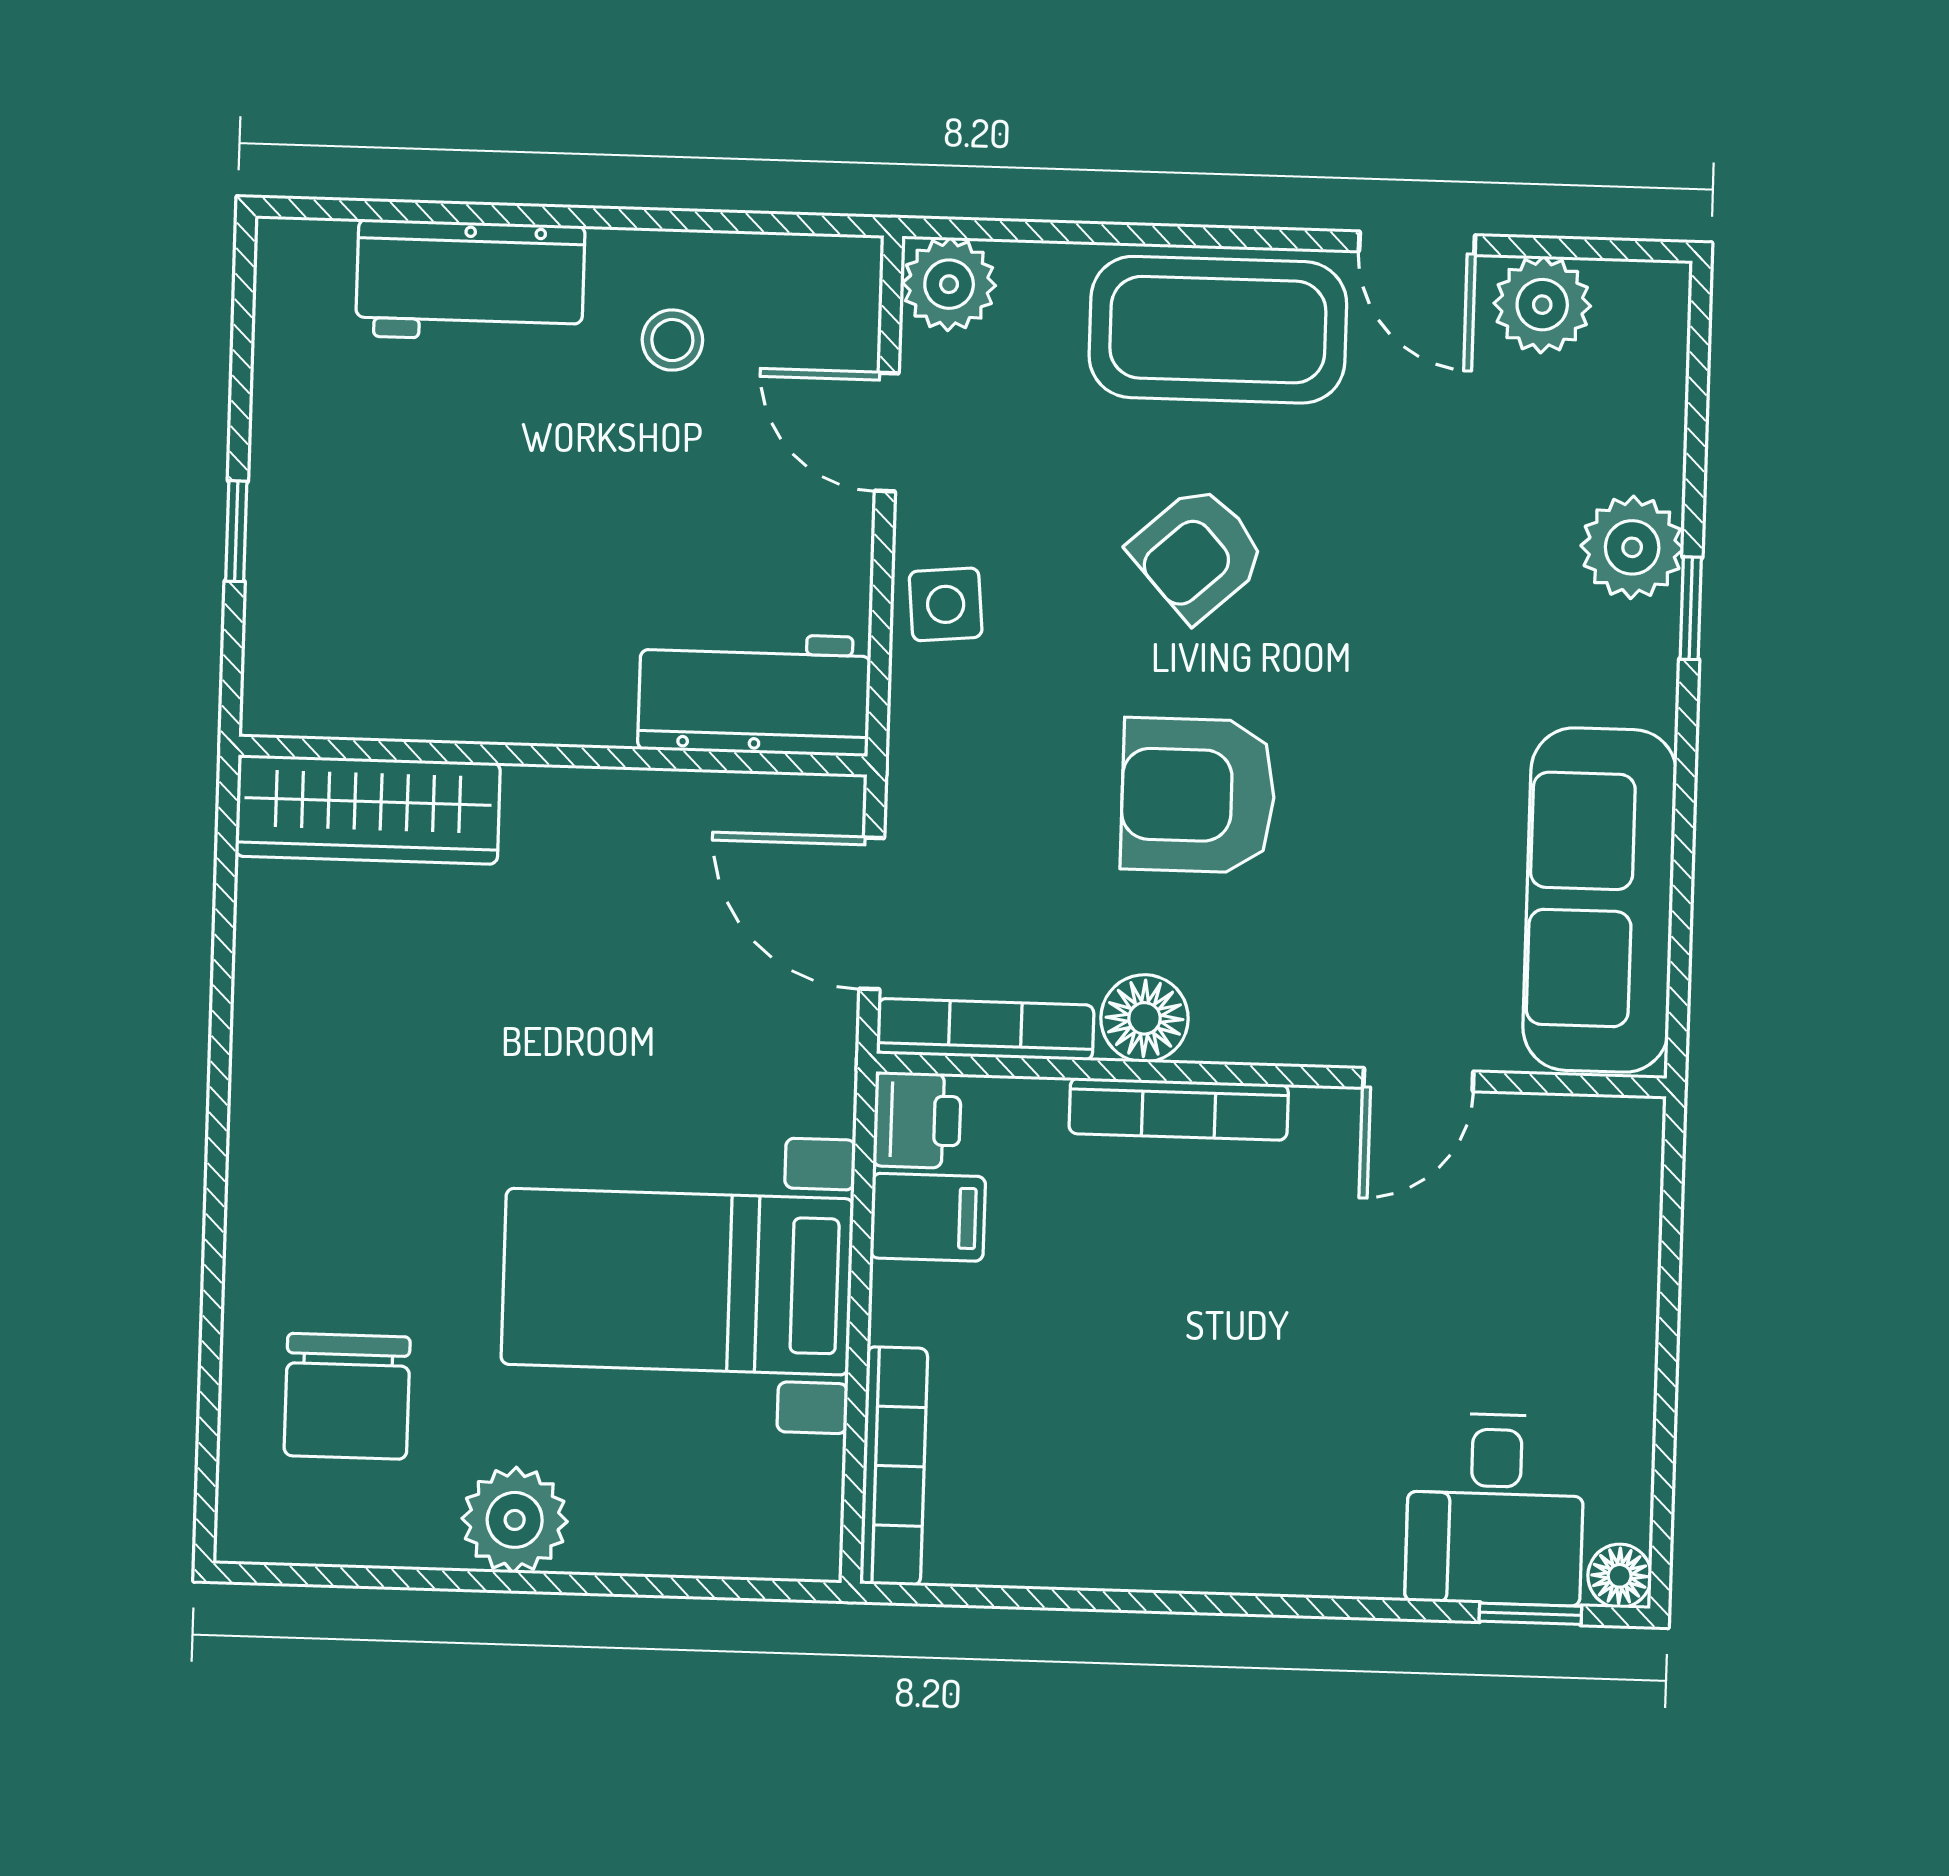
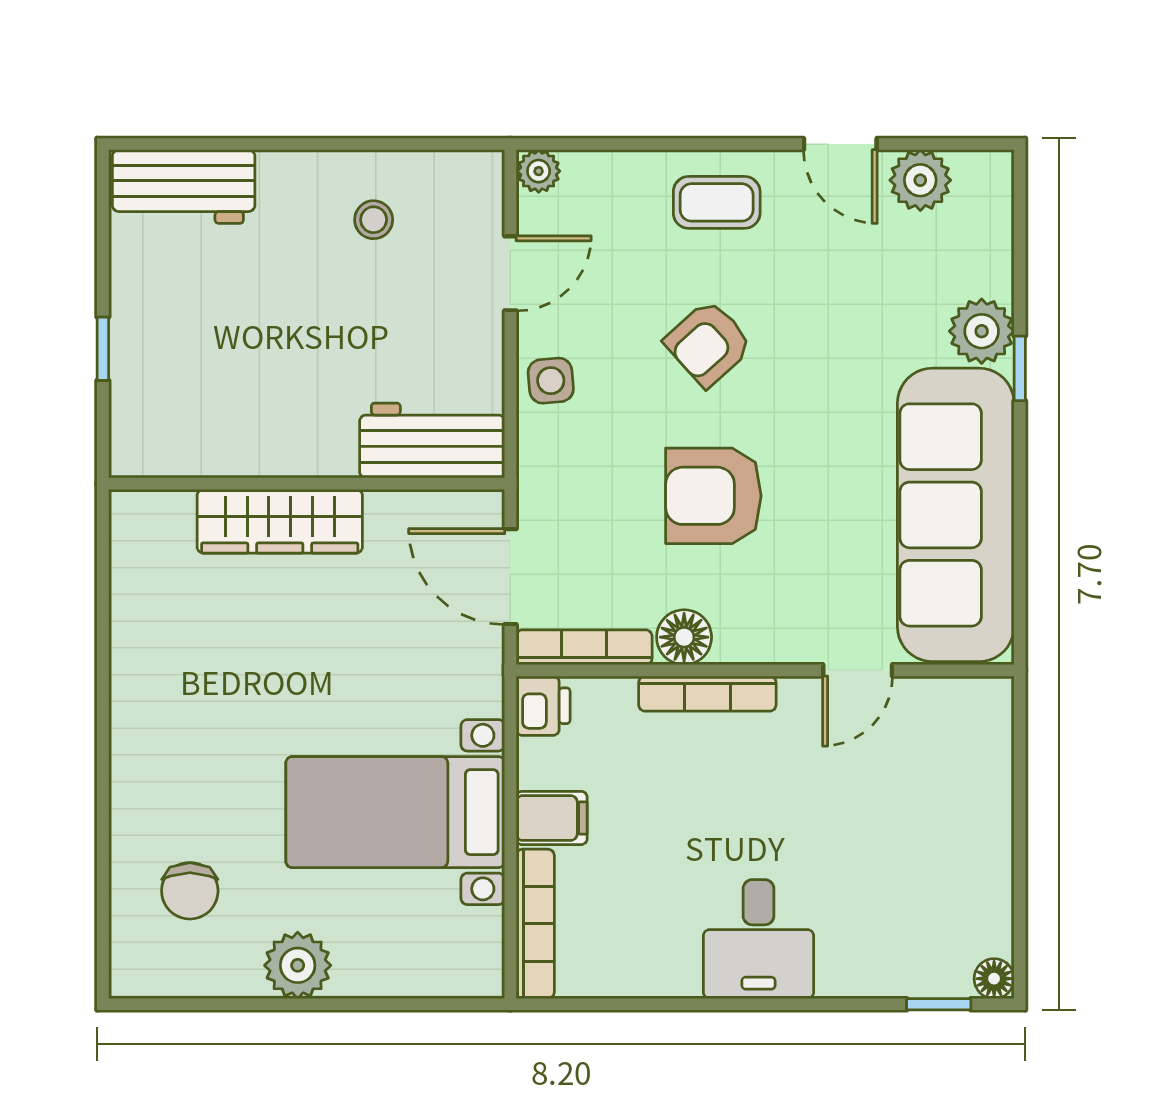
workbench: (470, 281) -> (184, 187), moved
plant: (949, 284) -> (539, 171), width x0.73, depth x0.73
coffee table: (1218, 330) -> (717, 202), width x0.54, depth x0.58
door: (887, 432) -> (510, 273), swing flipped
wardrobe: (368, 810) -> (280, 521), moved
sofa: (1600, 900) -> (956, 515), width x1.36, depth x1.27
filing cabinet: (928, 1217) -> (552, 818), moved
chair: (347, 1396) -> (190, 891), width x0.73, depth x0.73
desk: (1495, 1509) -> (758, 939), moved

